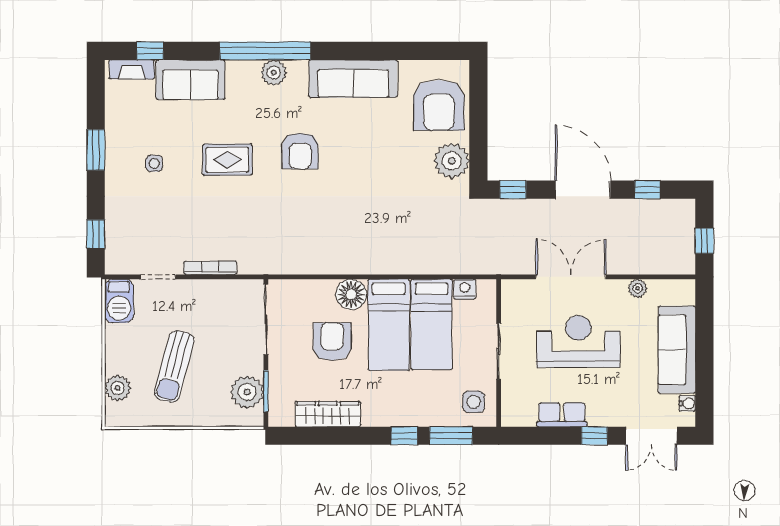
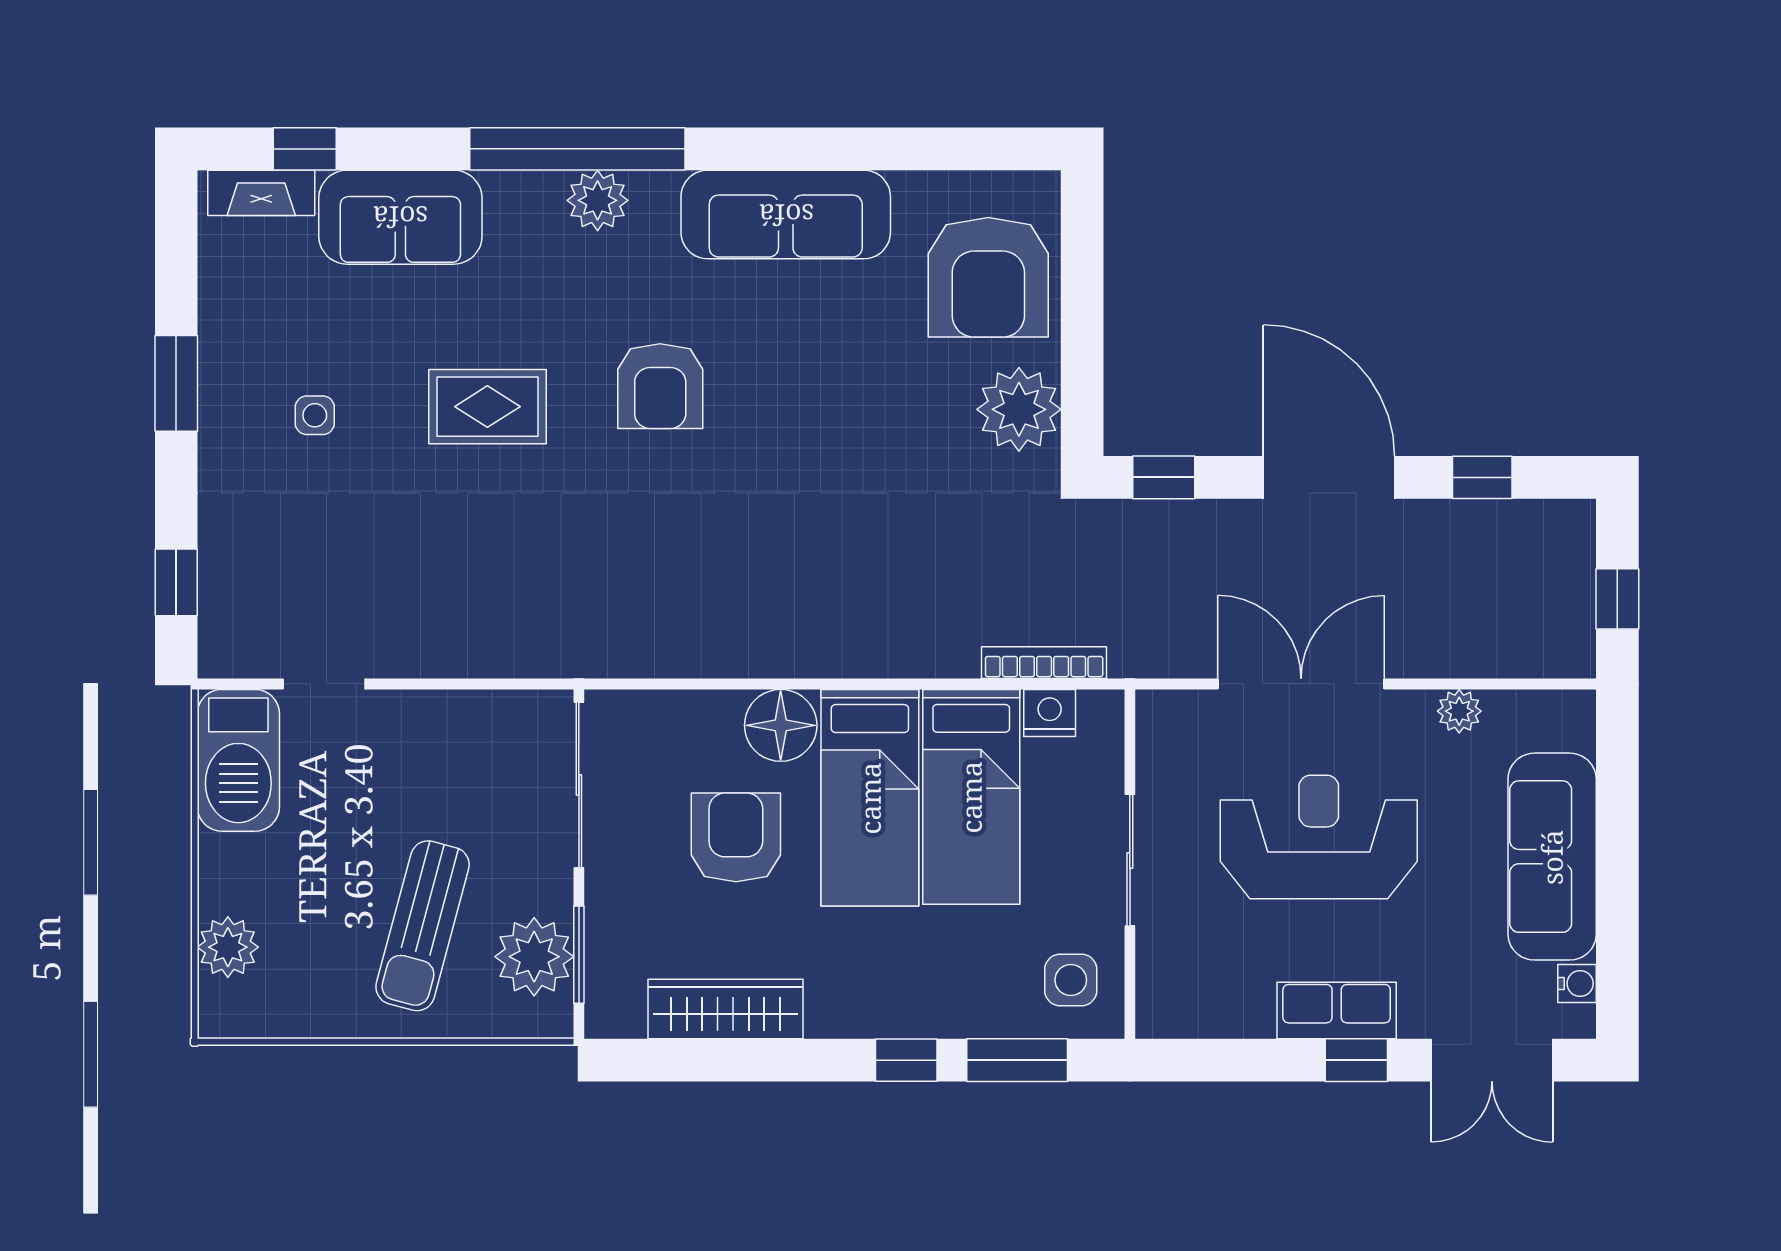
bookcase: (210, 268) -> (1044, 663), moved
barbecue: (119, 301) -> (238, 760), width x1.37, depth x1.21
sun lounger: (174, 366) -> (423, 926), moved
row of seats: (562, 415) -> (1337, 1011), moved

